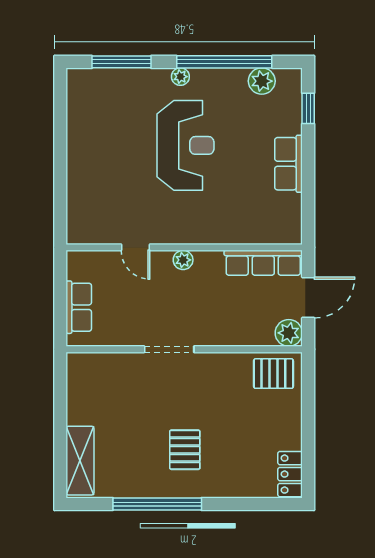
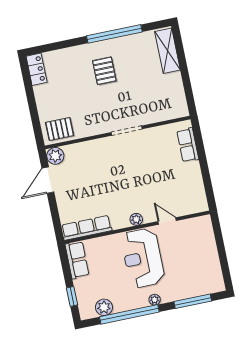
door: (136, 247) -> (167, 221), moved
wall: (184, 247) -> (137, 227), moved
plant: (183, 260) -> (136, 219), moved
row of seats: (263, 263) -> (87, 228), moved

